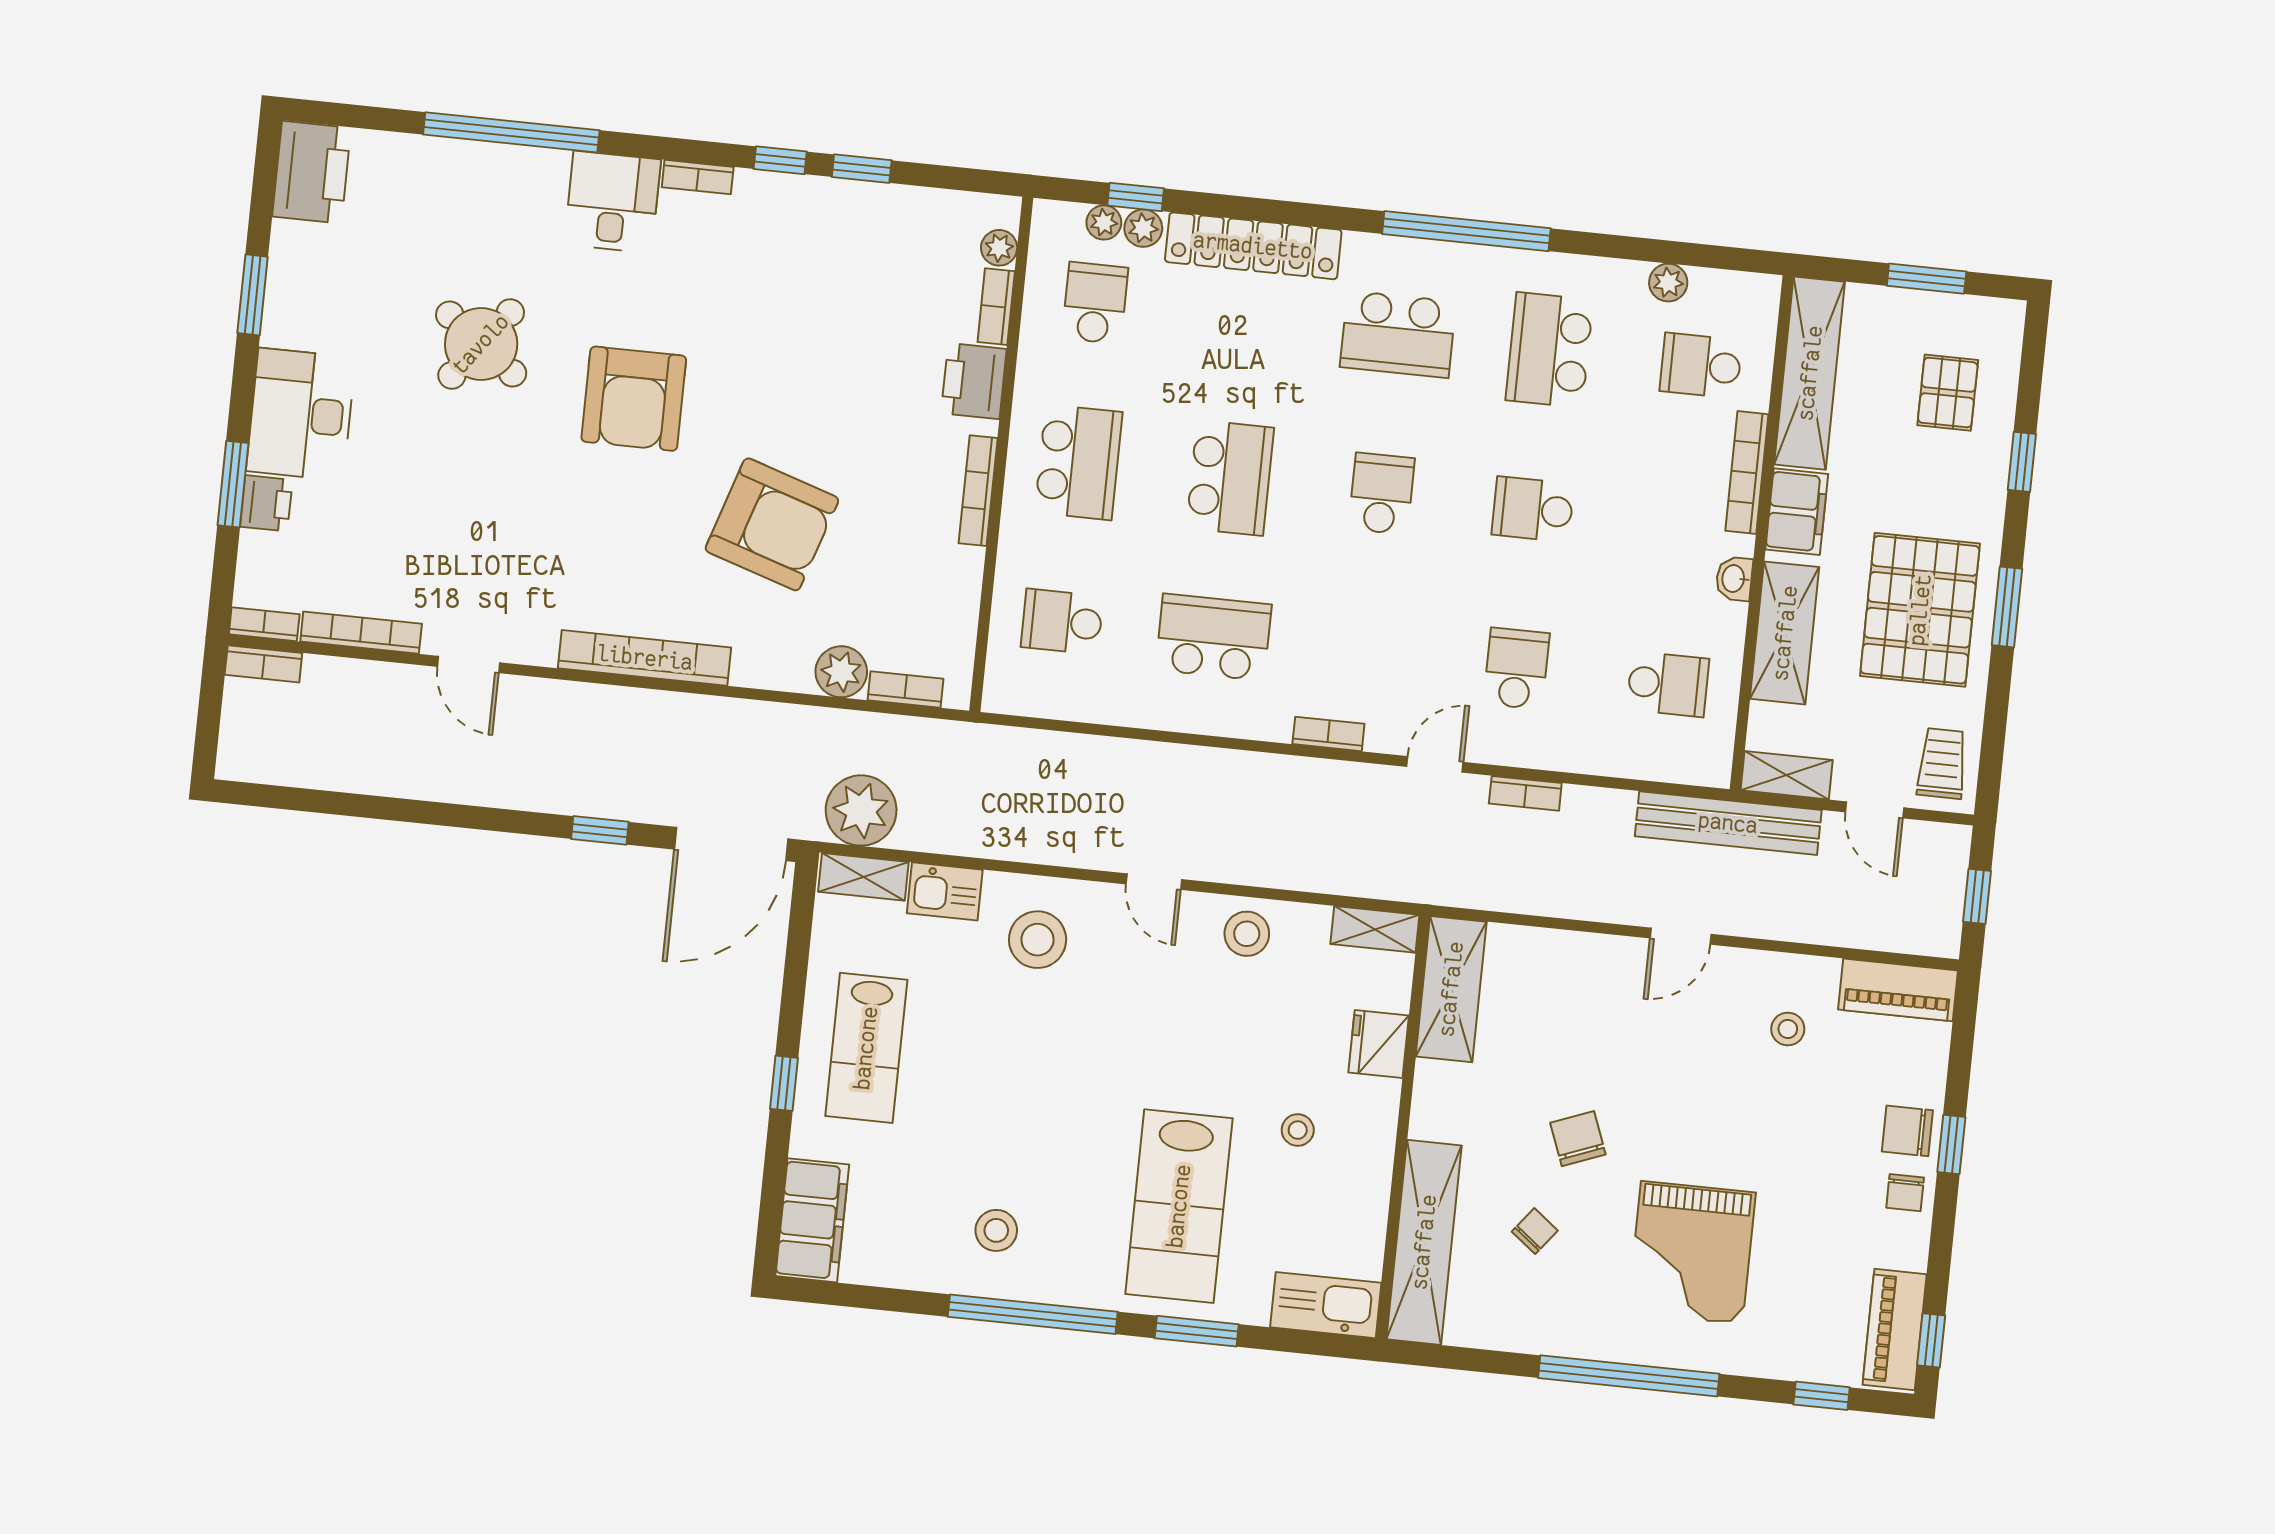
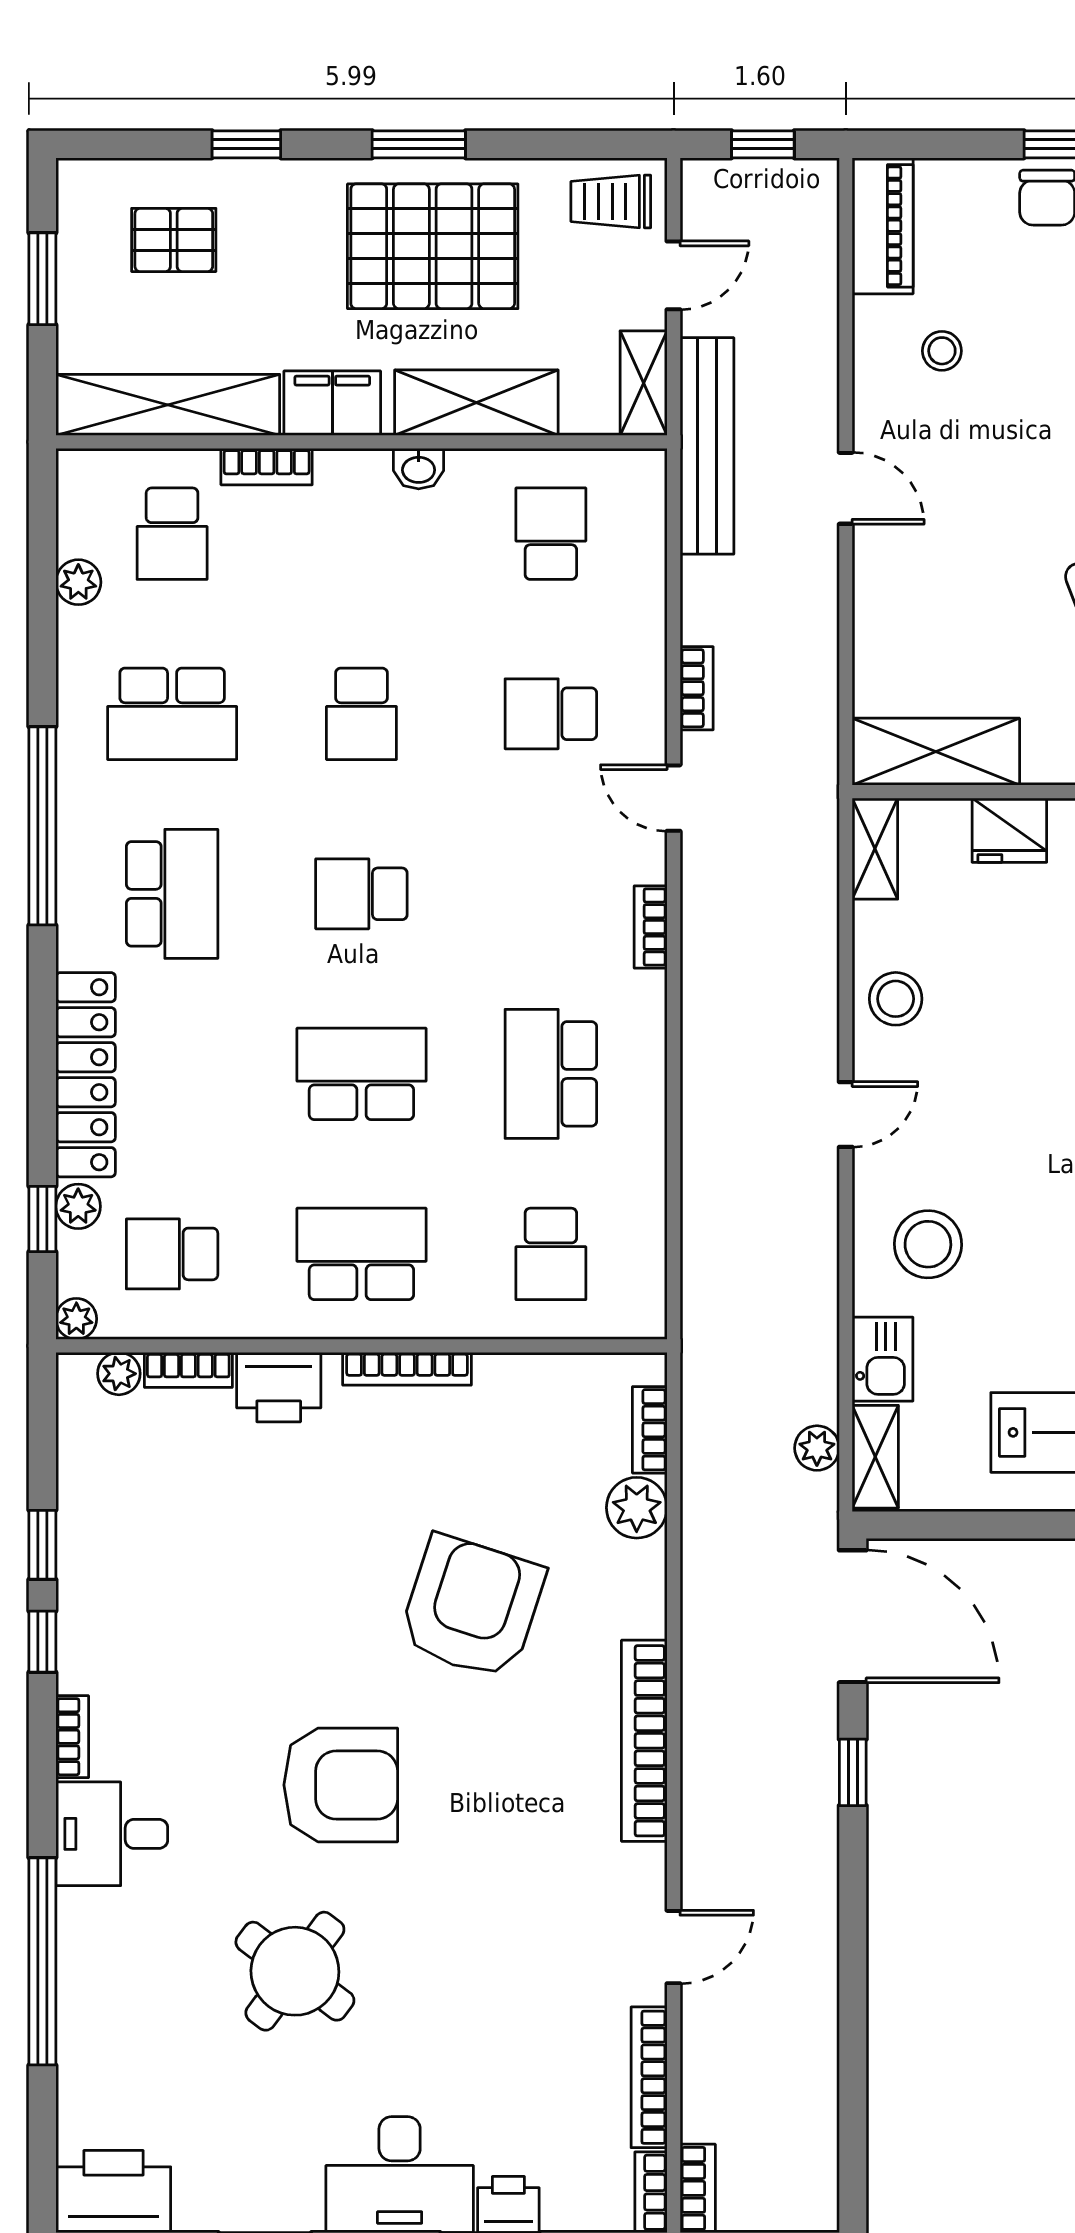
plant: (1104, 222) -> (76, 1319), moved
bookcase: (1747, 473) -> (267, 467), width x0.64
plant: (861, 810) -> (817, 1448), width x0.53, depth x0.53

